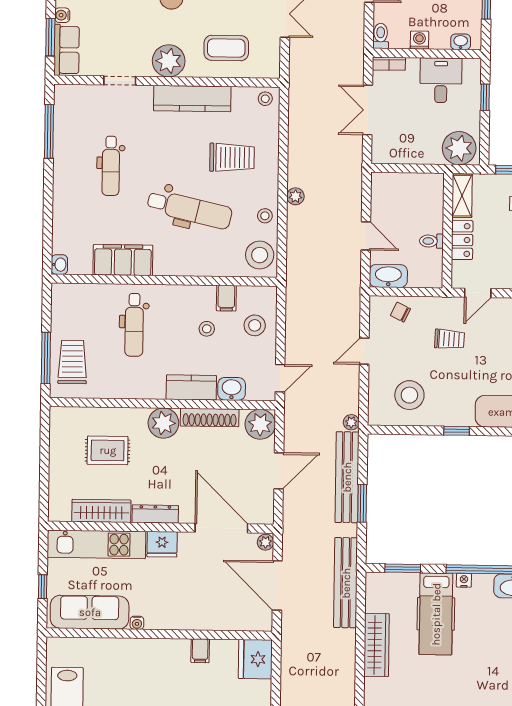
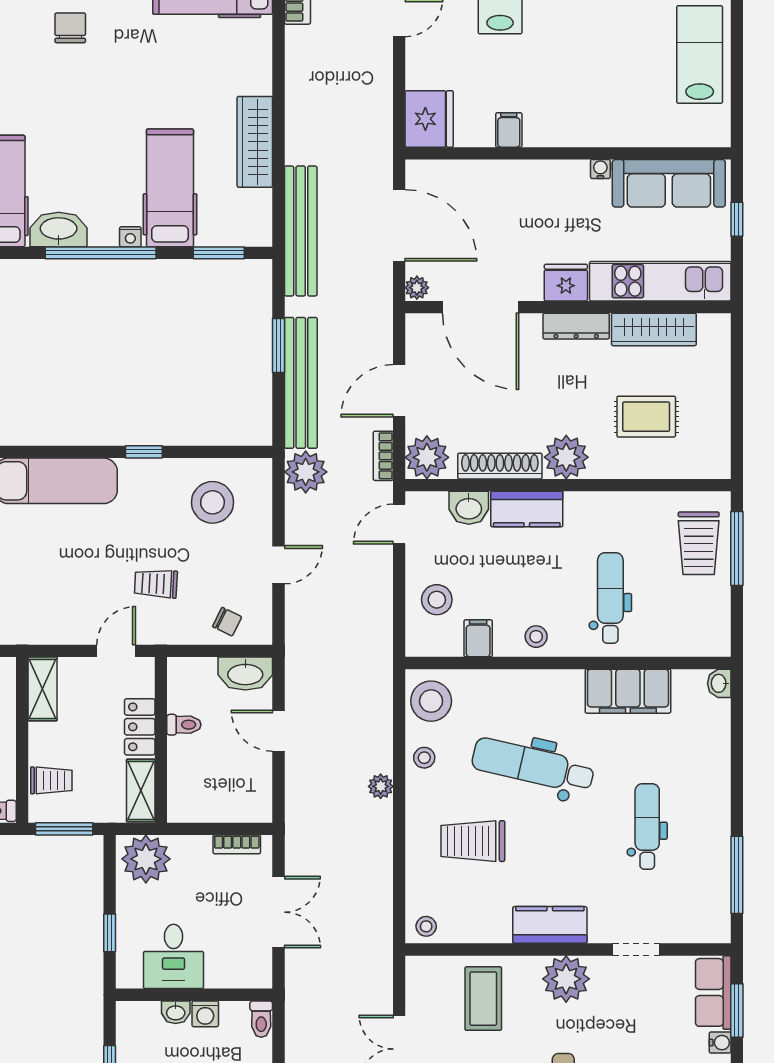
washbasin: (461, 42) -> (176, 1012), moved
coffee table: (226, 48) -> (483, 999), turned 90
bookcase: (389, 64) -> (237, 844), moved, turned 180
kitchen counter: (192, 99) -> (550, 925), width x0.67
stool: (207, 329) -> (536, 637), moved
plant: (351, 422) -> (306, 472), width x1.88, depth x1.88
bookcase: (290, 426) -> (383, 456), added

